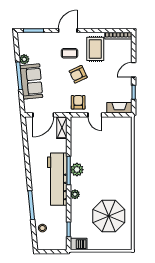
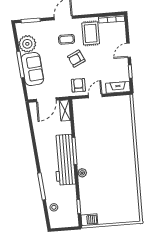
plant: (24, 59) -> (27, 44), width x1.87, depth x1.87
door: (95, 115) -> (95, 96), swing flipped
plant: (77, 170) -> (82, 149), removed
parasol: (109, 216) -> (116, 191), removed

